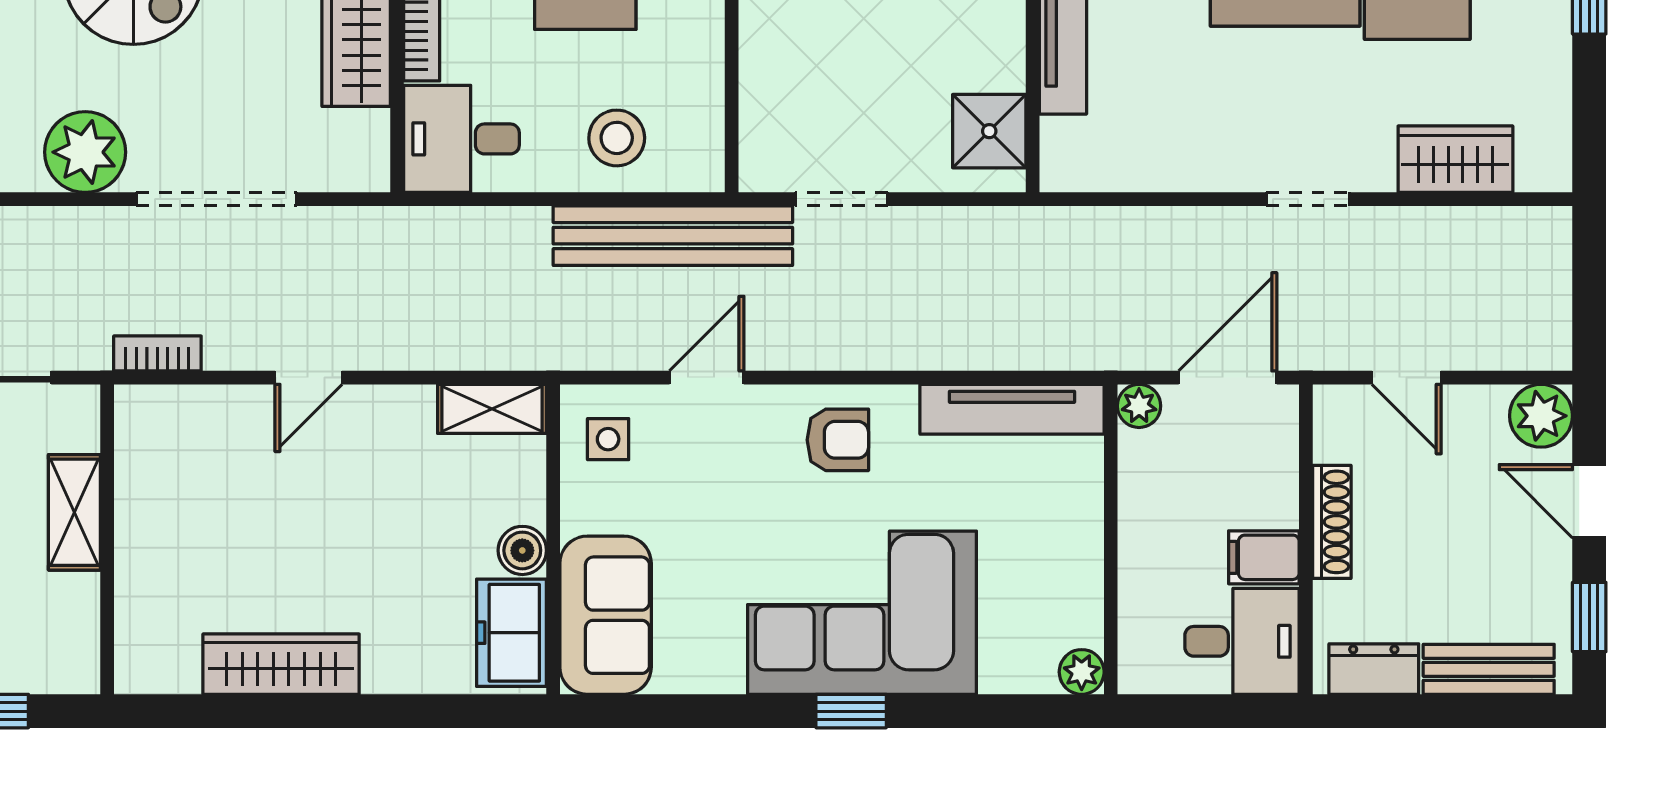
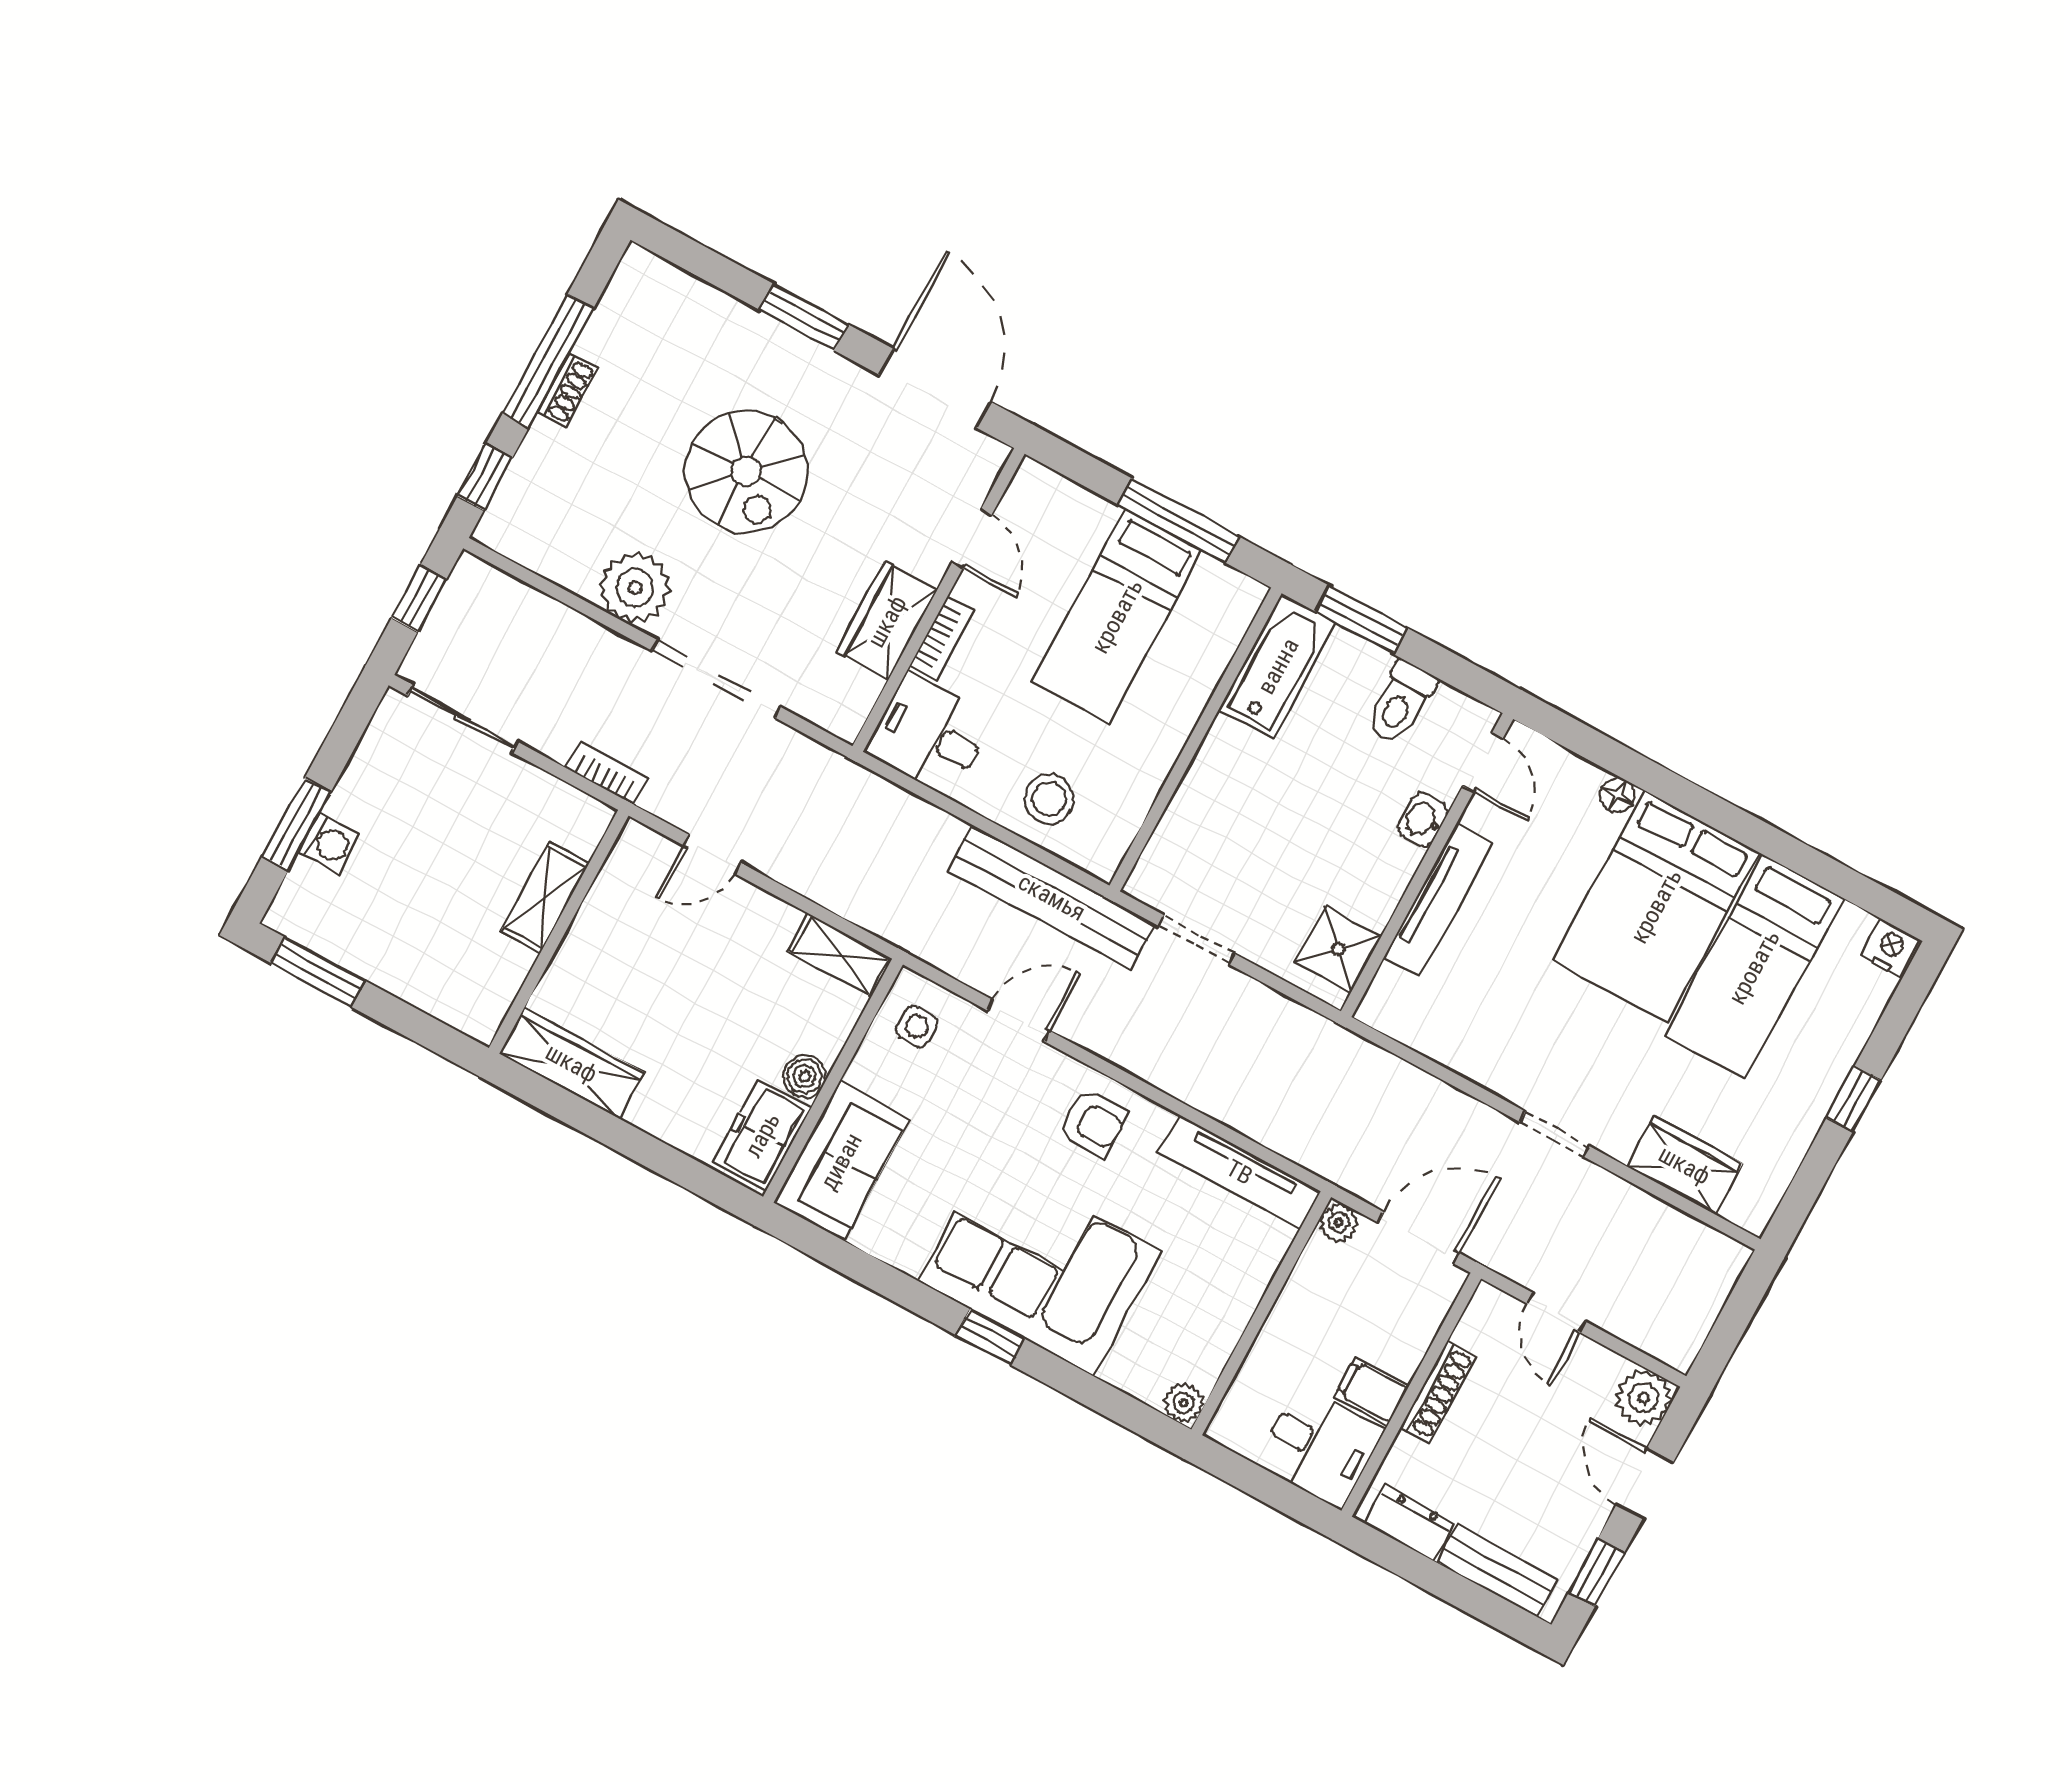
shelving: (74, 512) -> (545, 897), moved
wall: (107, 539) -> (559, 932), moved

